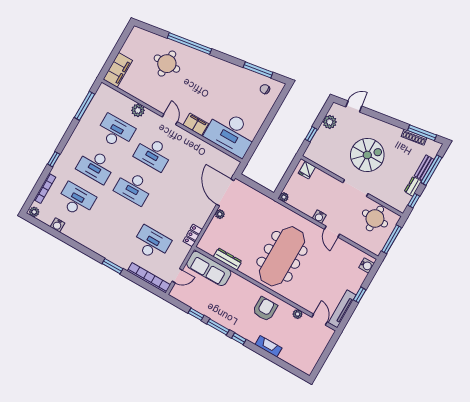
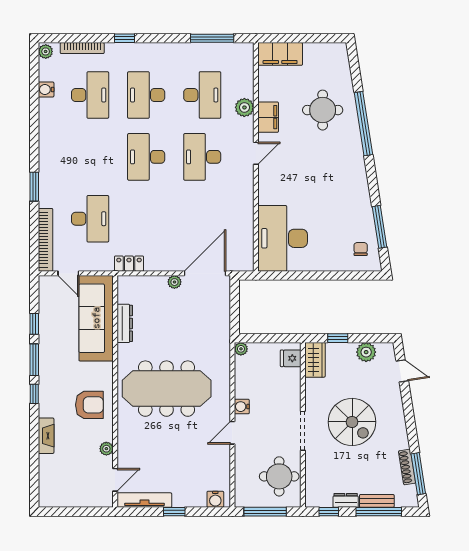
filing cabinet: (196, 124) -> (268, 117), moved
wardrobe: (316, 156) -> (315, 360), added
sofa: (209, 268) -> (96, 318), width x1.36, depth x1.27

